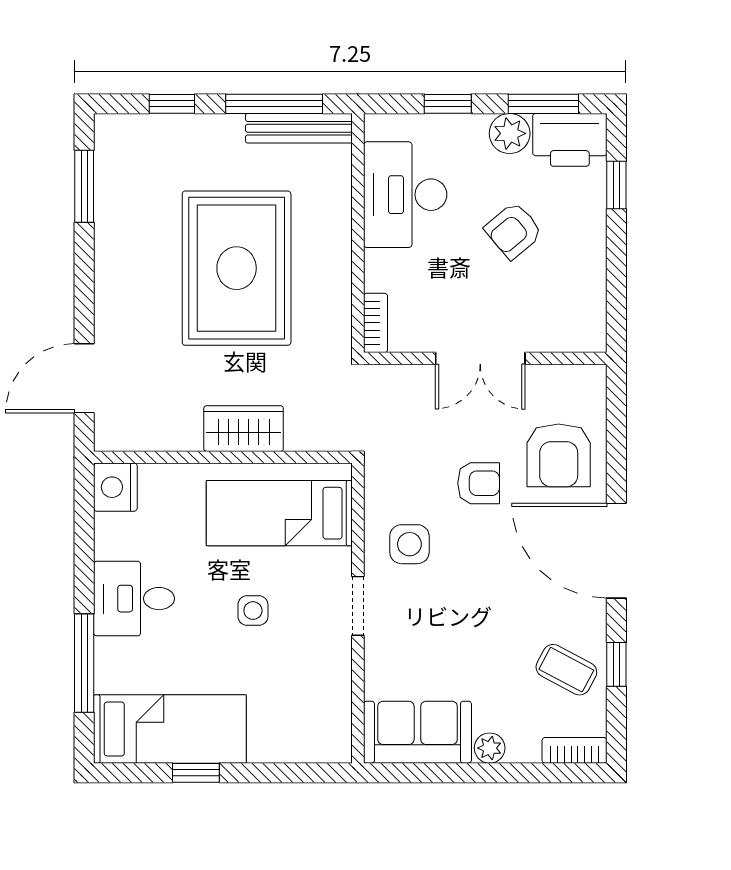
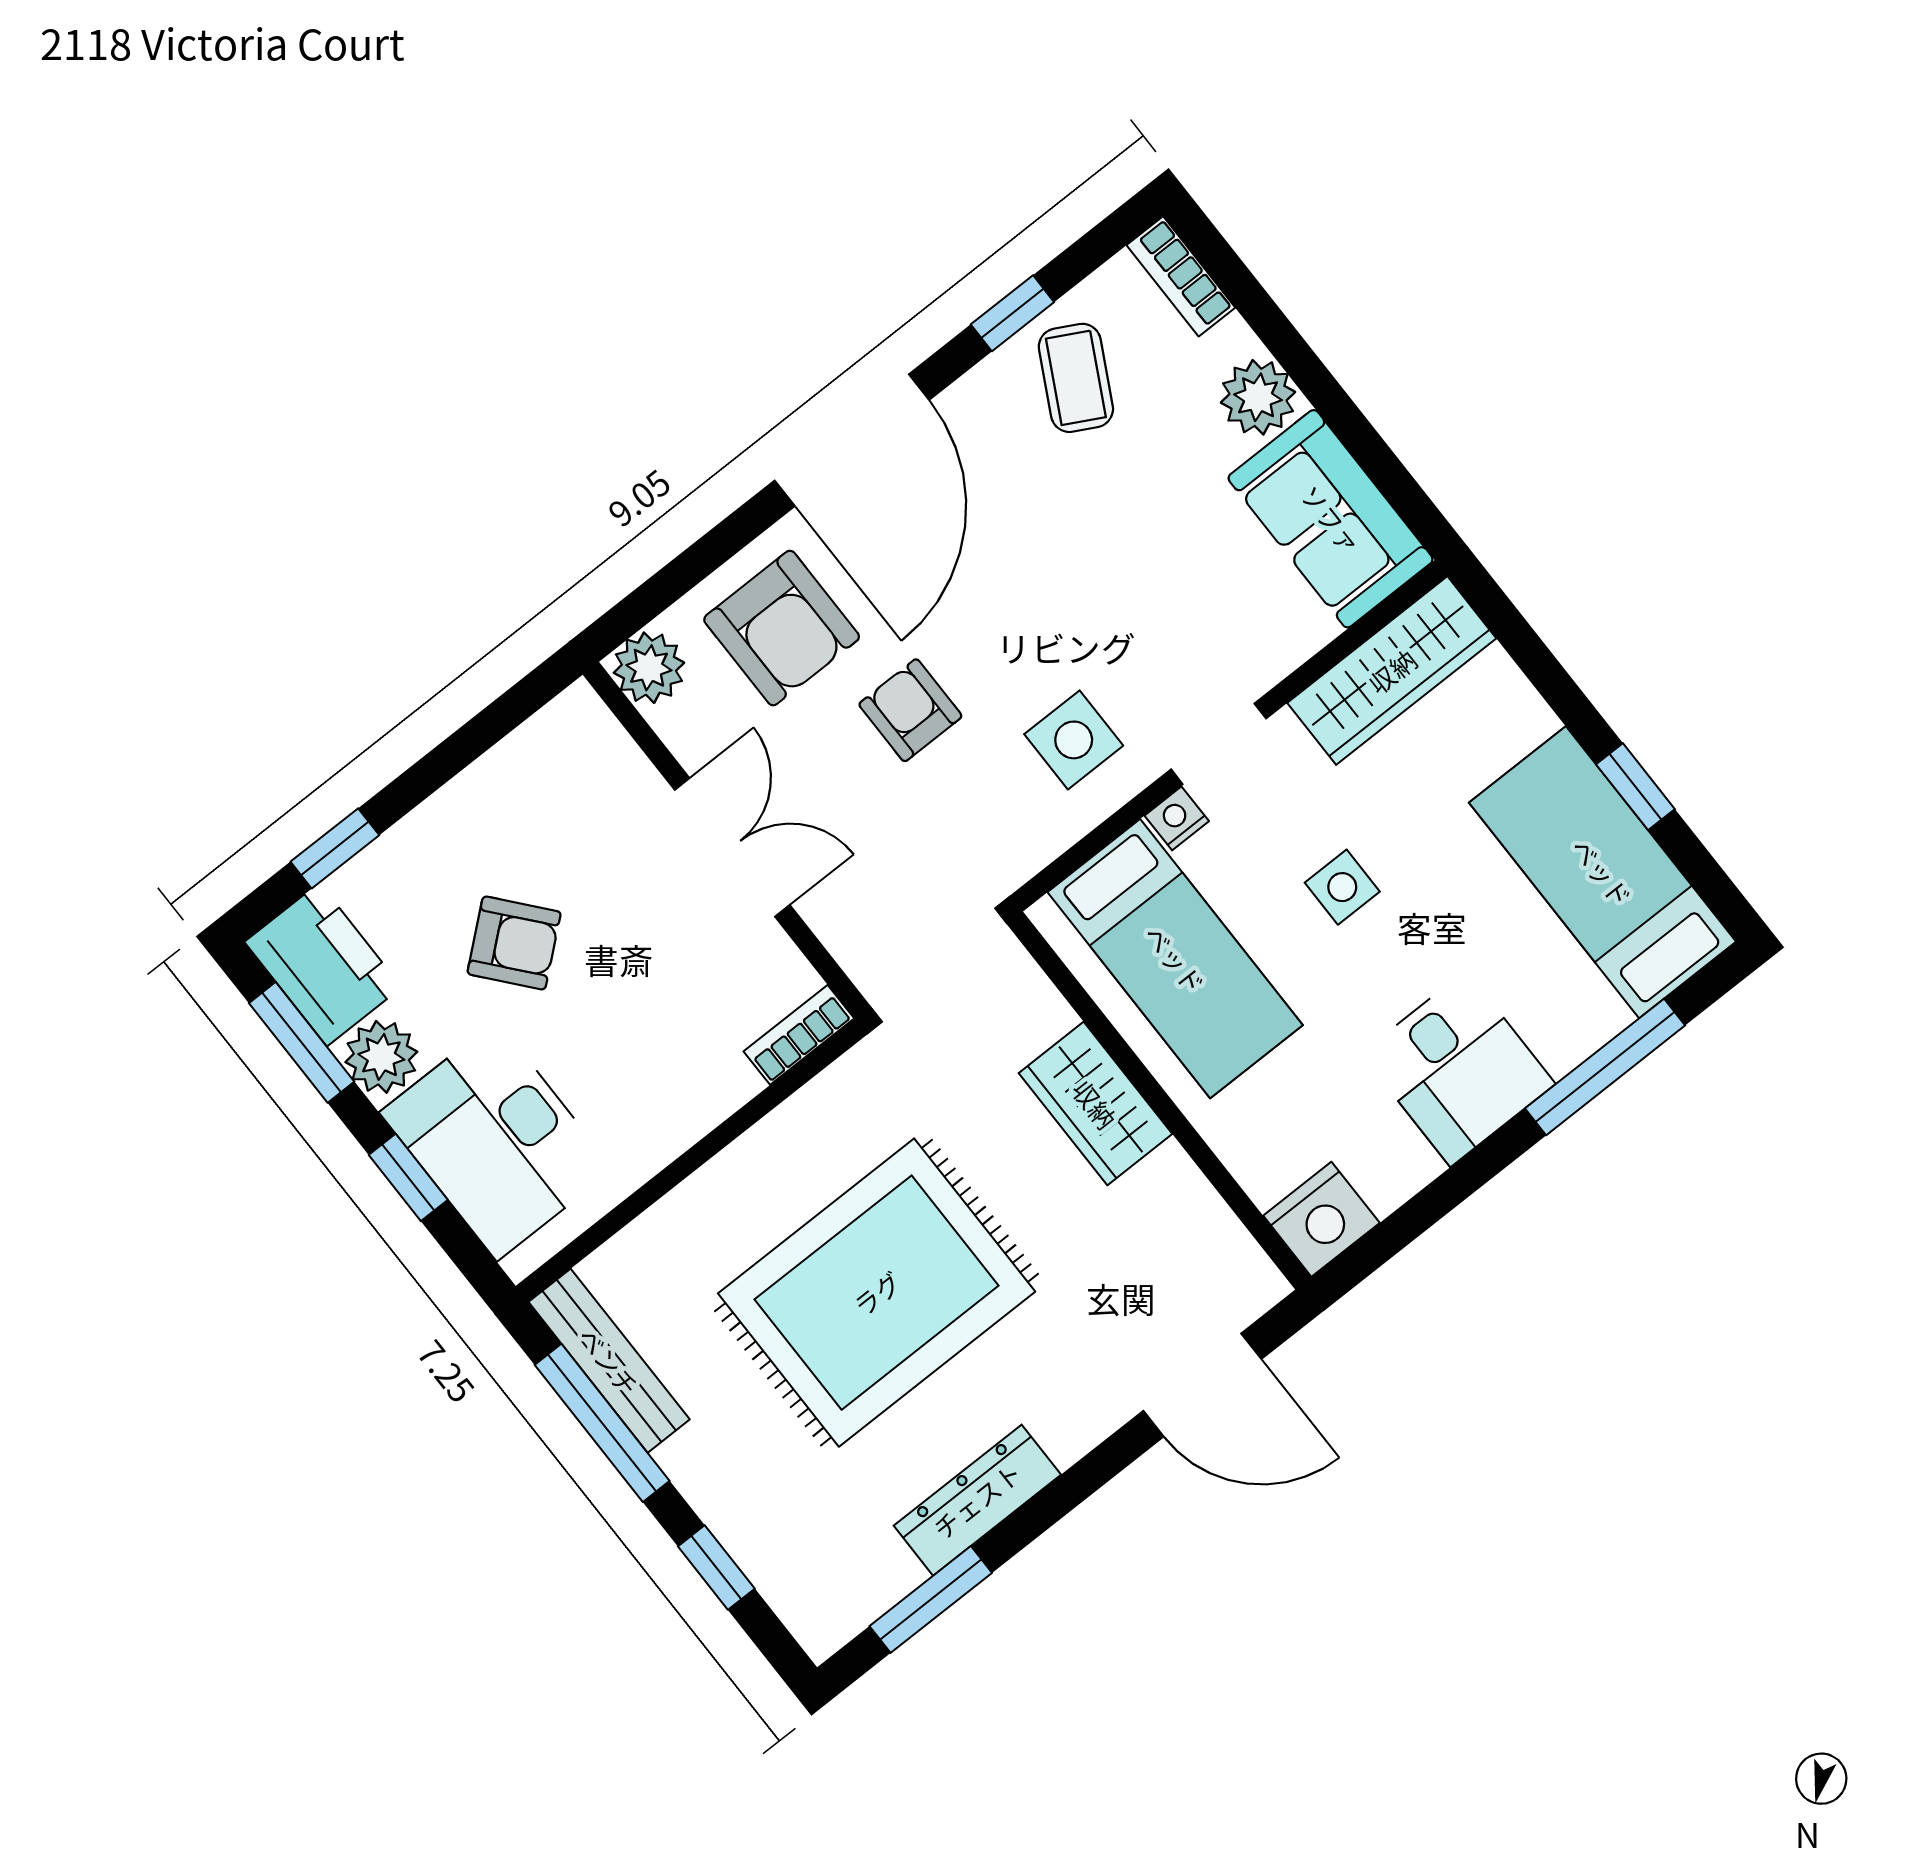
desk: (405, 195) -> (497, 1141), moved, turned 90
dresser: (111, 241) -> (977, 1500), added
plant: (587, 384) -> (649, 668), added
armchair: (559, 455) -> (782, 628), turned 90
nightstand: (340, 562) -> (1177, 818), added
wardrobe: (330, 707) -> (1392, 671), added
plant: (490, 748) -> (1258, 397), width x1.38, depth x1.38

